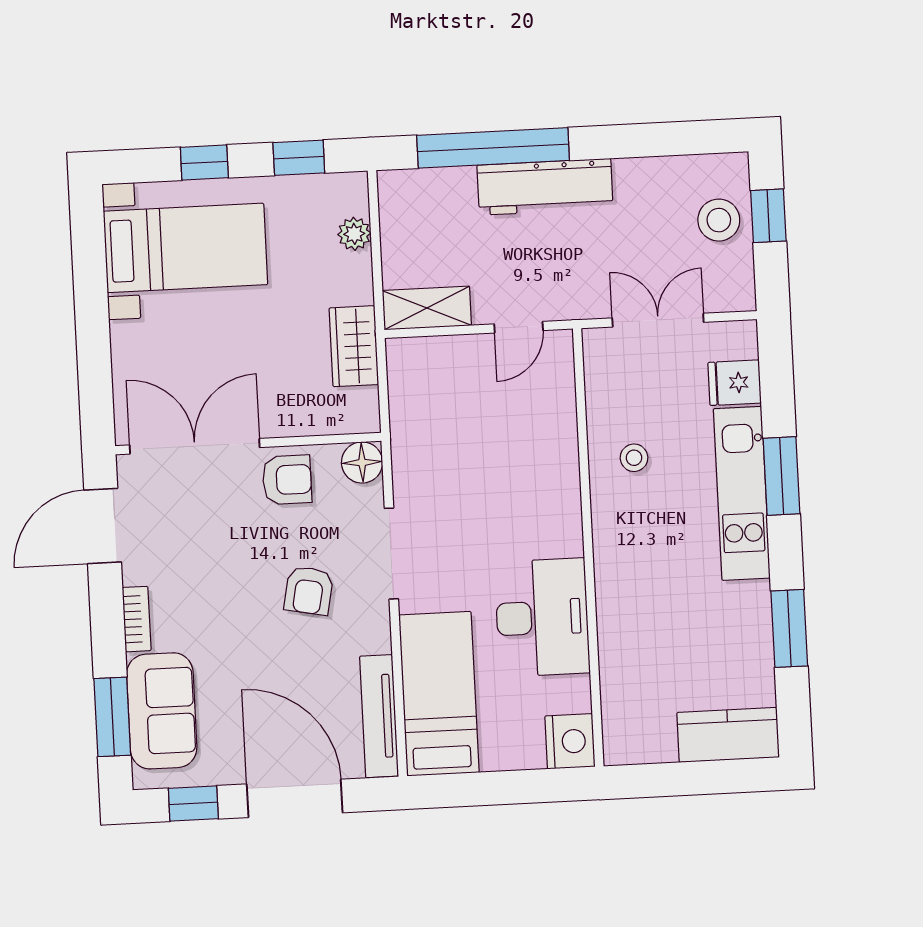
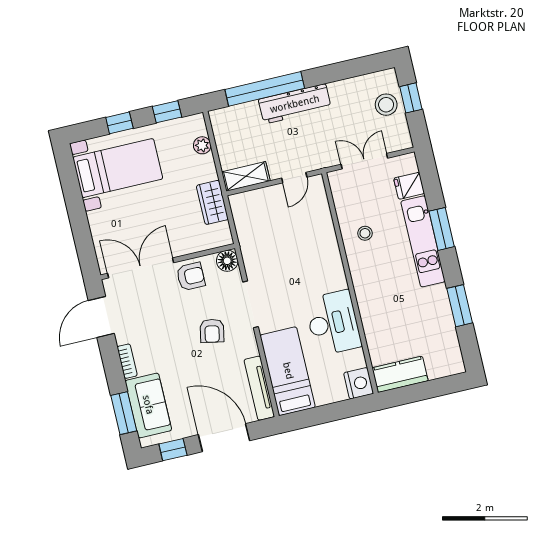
kitchen counter: (728, 735) -> (400, 374), moved

